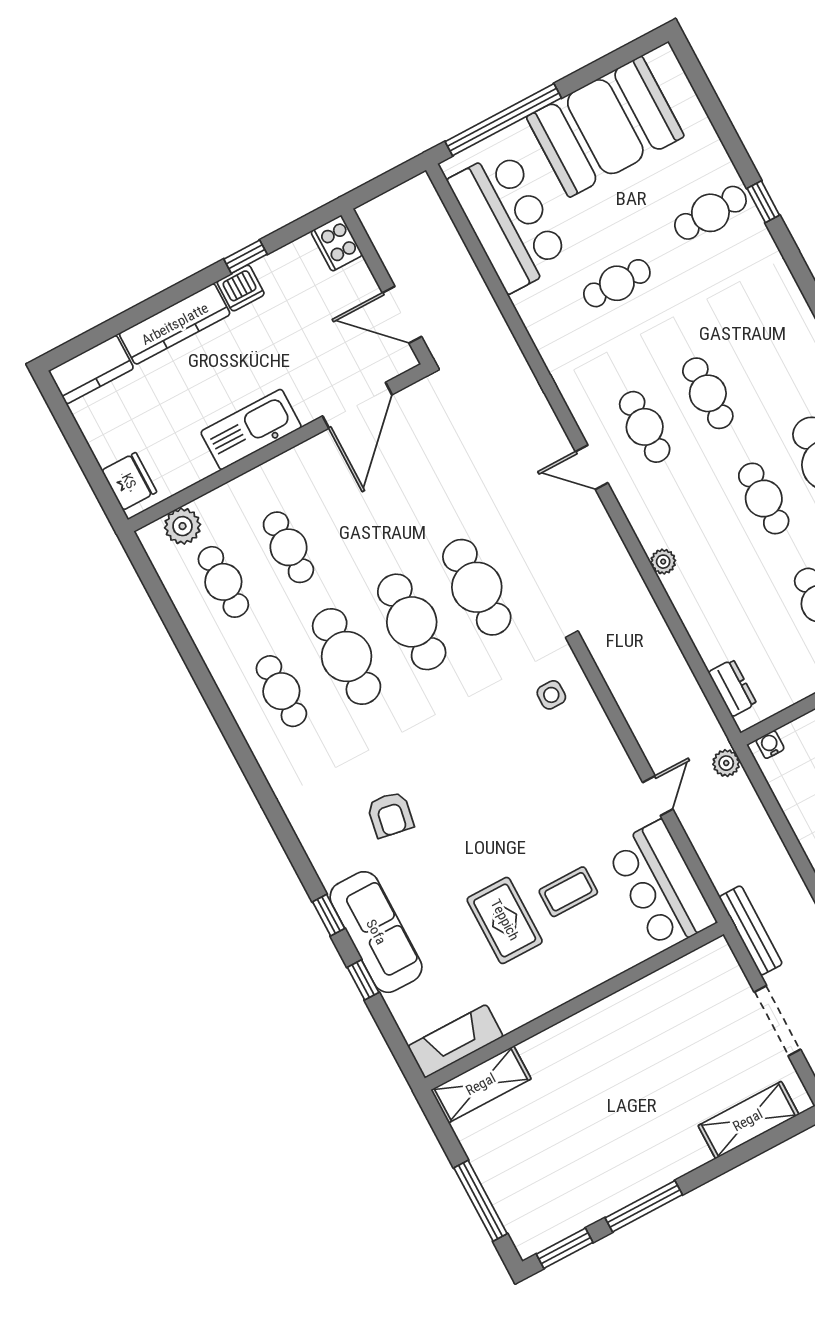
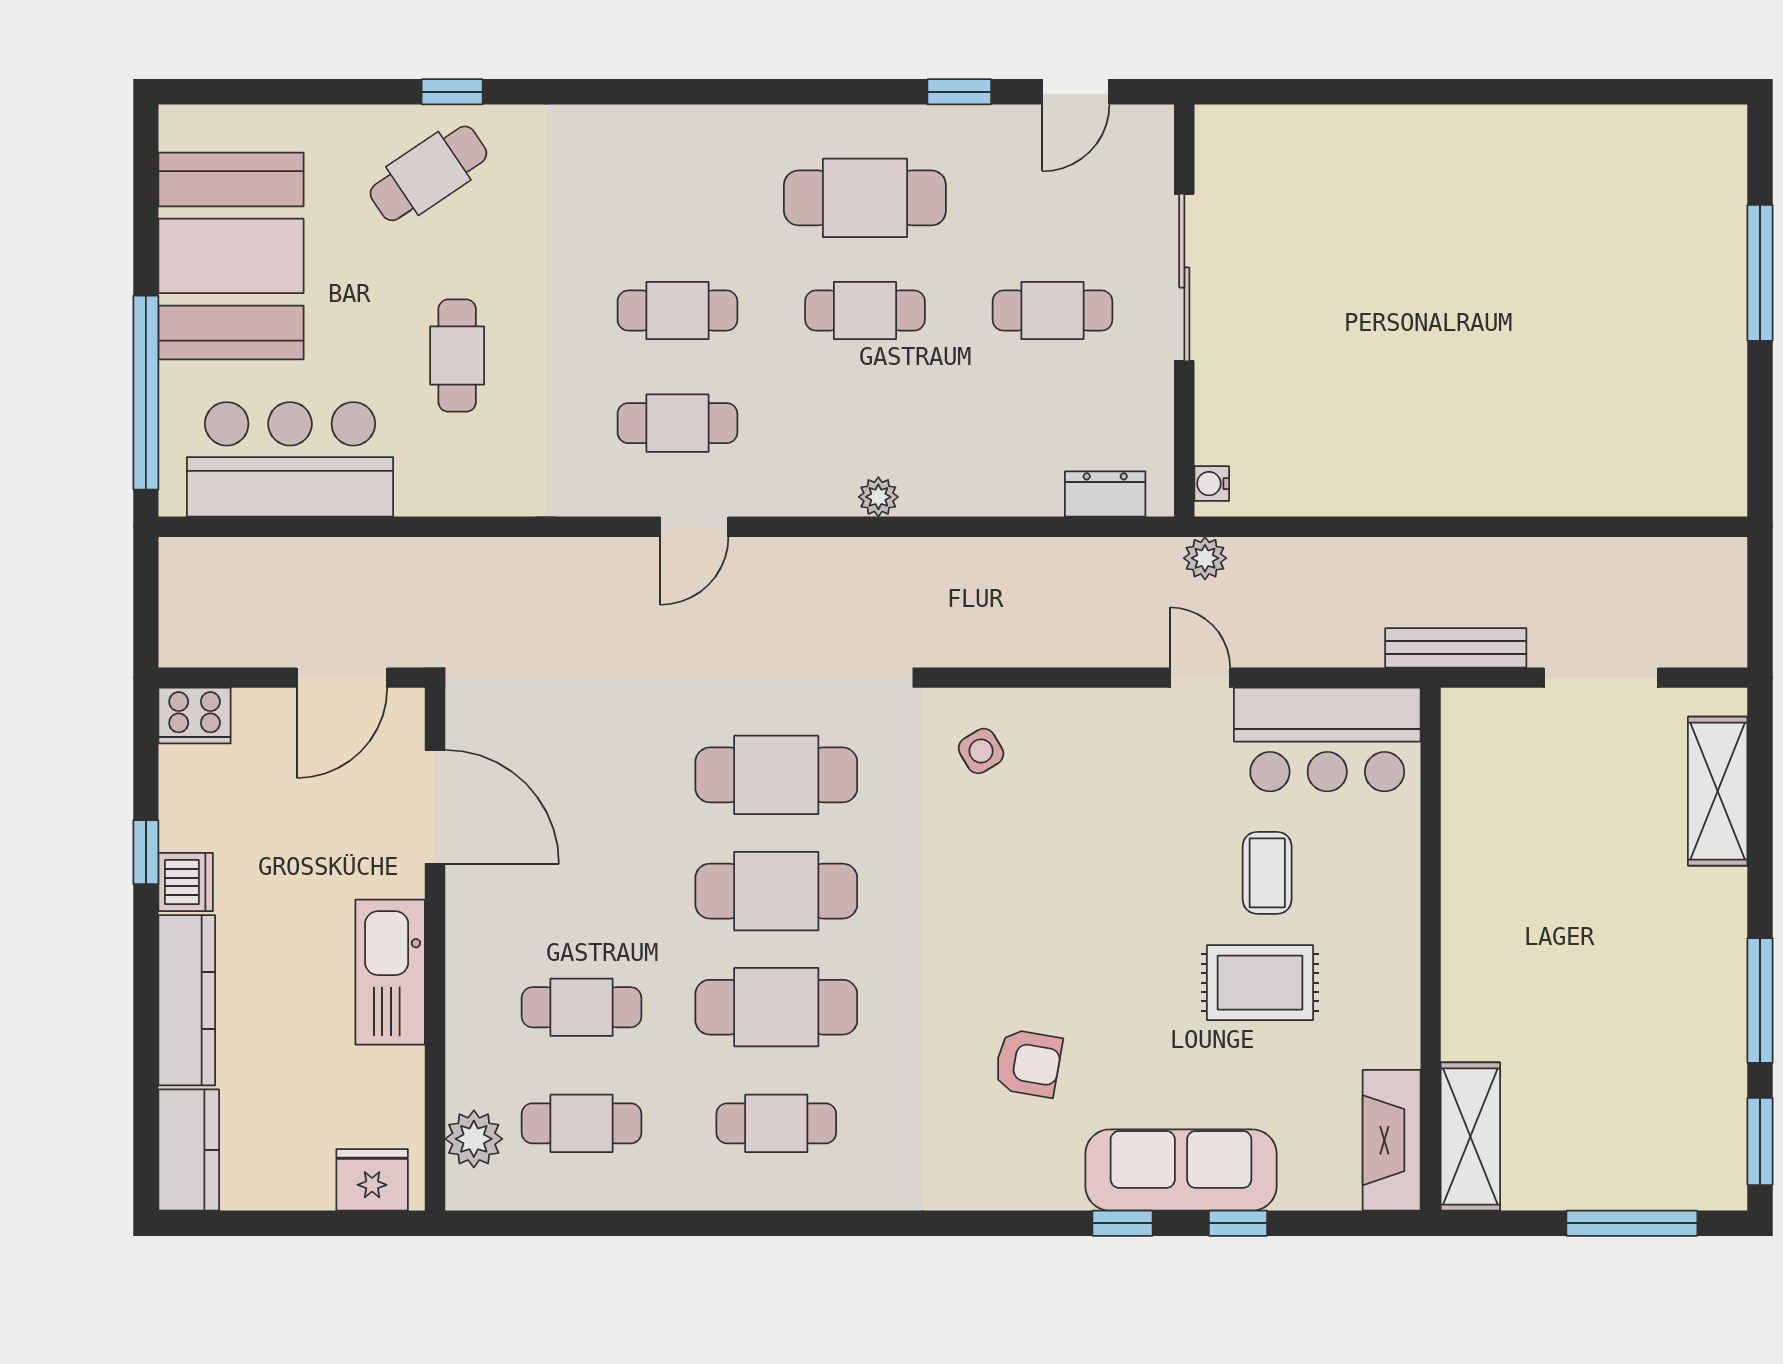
cafe table: (710, 213) -> (428, 173), turned 58
side table: (551, 695) -> (981, 751), turned -31

